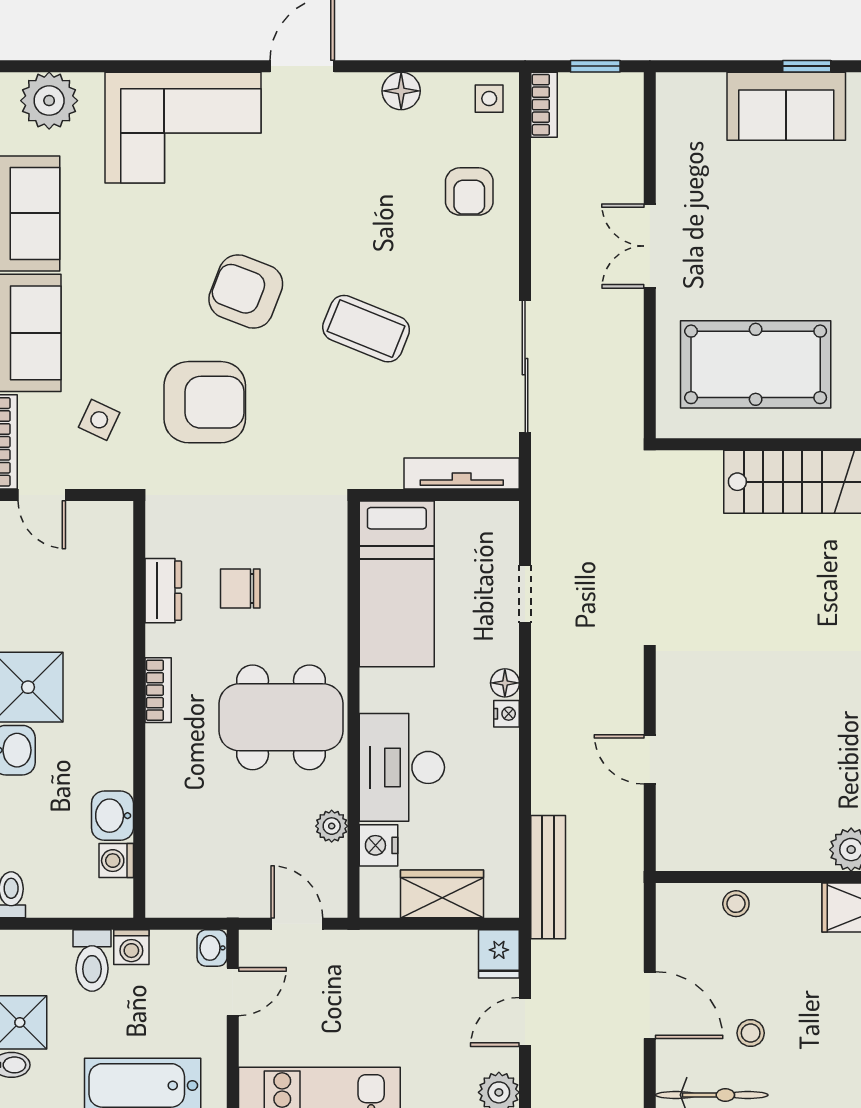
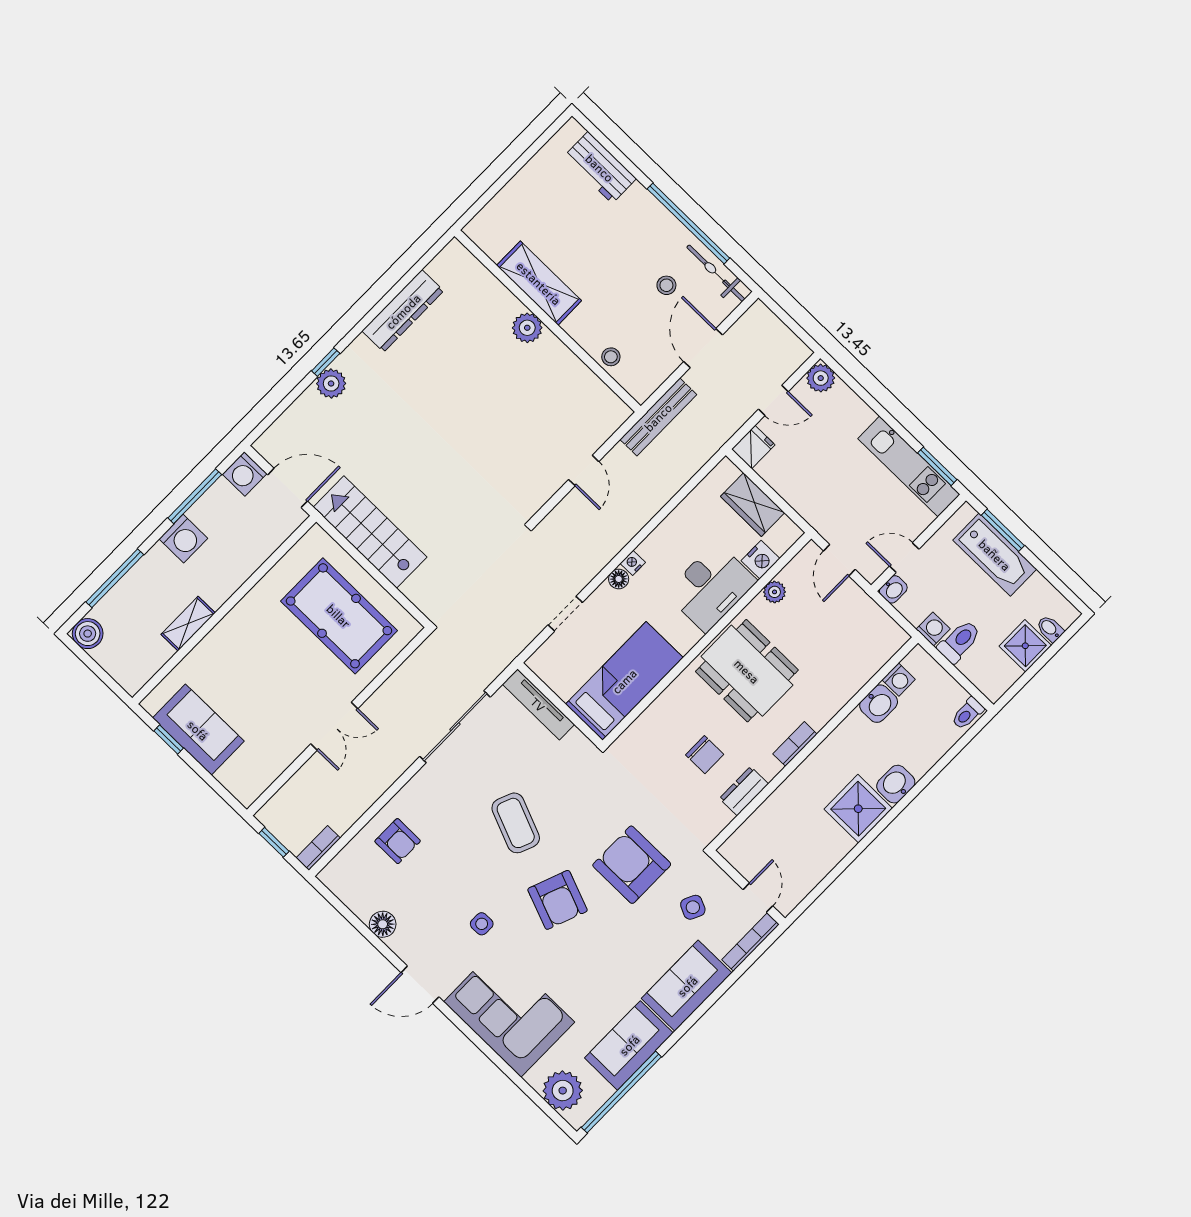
side table: (489, 99) -> (482, 924), moved
armchair: (469, 191) -> (398, 841), turned 90
bench: (548, 877) -> (658, 417), moved

